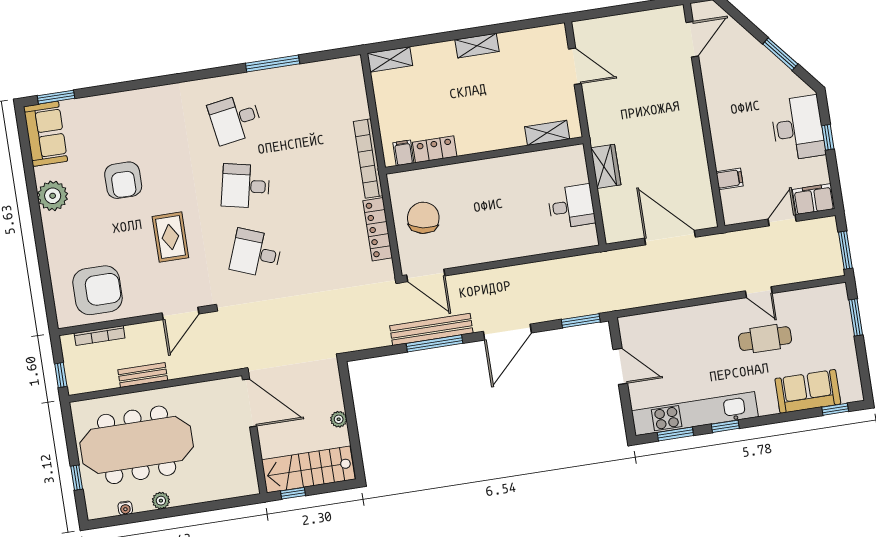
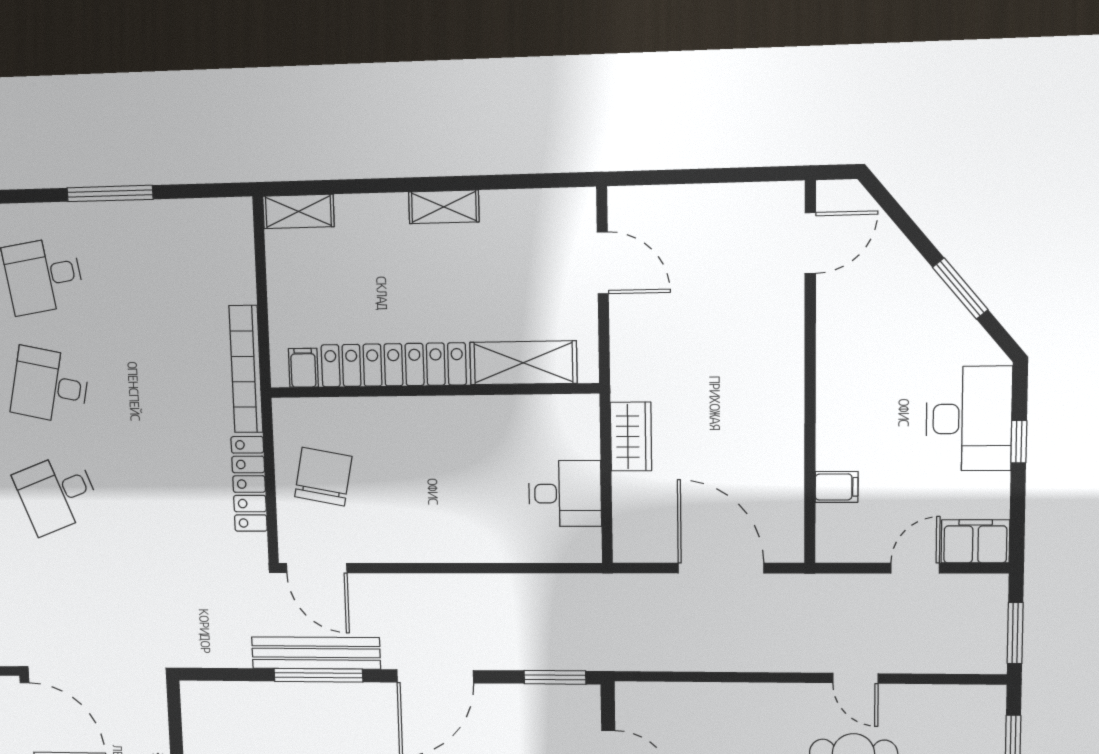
shelving: (547, 133) -> (523, 363), width x1.50, depth x1.33
locker: (435, 149) -> (393, 365), width x2.16, depth x1.21
desk: (256, 253) -> (57, 493), turned -42

